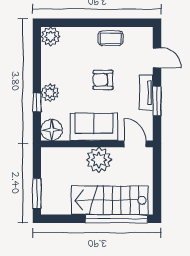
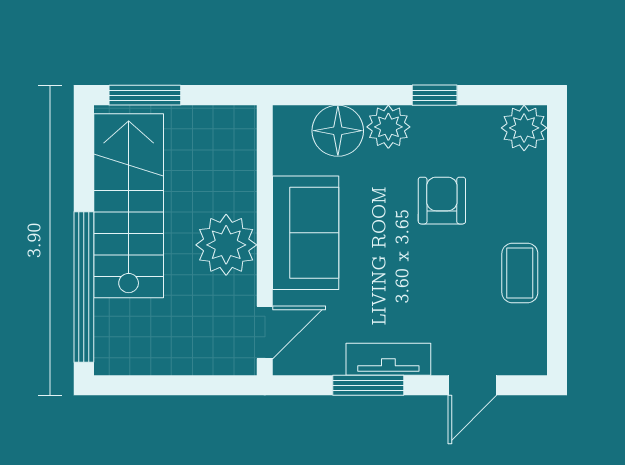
armchair: (103, 80) -> (442, 201), moved
window: (37, 102) -> (435, 95), moved
floor lamp: (52, 130) -> (338, 131), moved
stairs: (110, 200) -> (129, 206), moved

